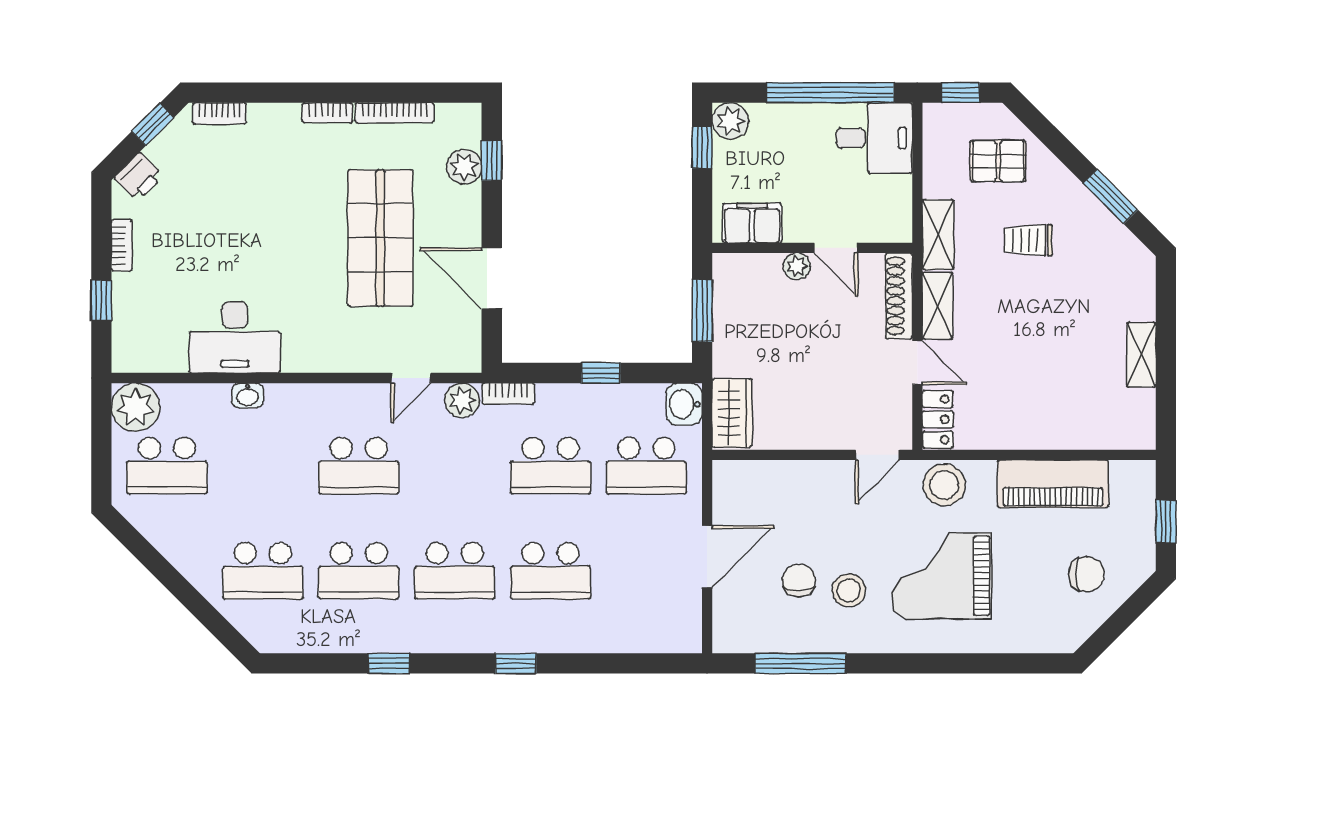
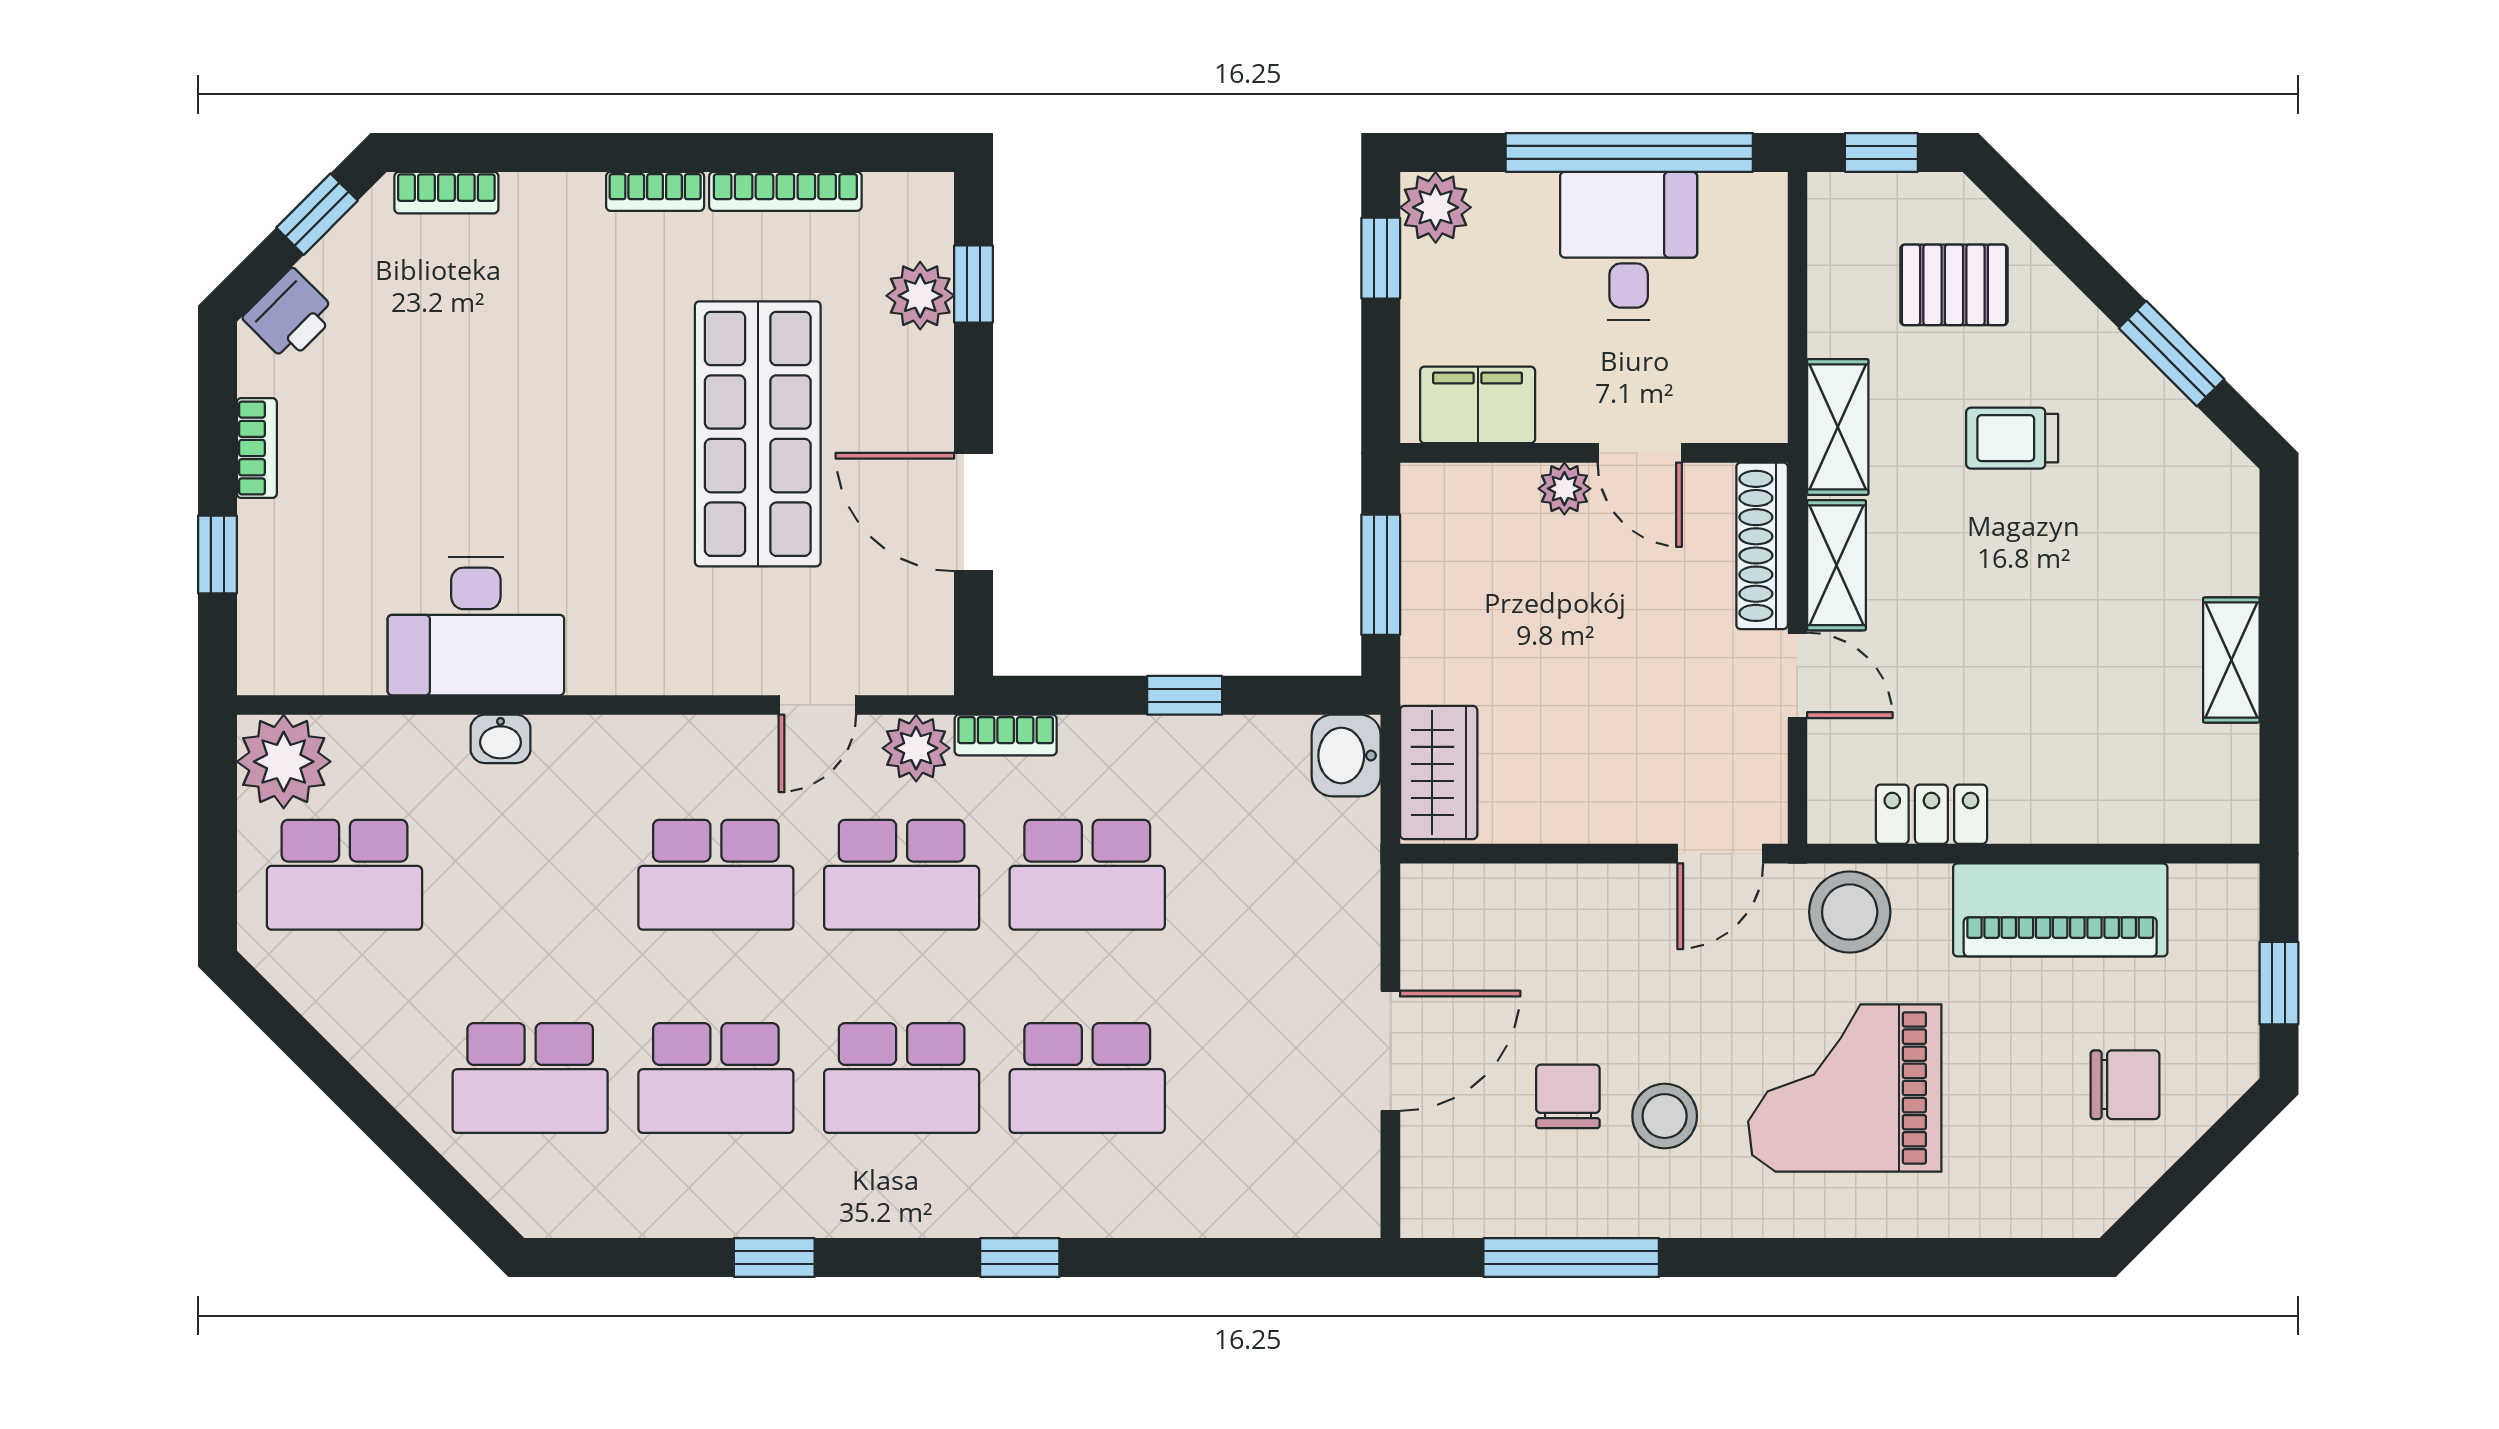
desk: (874, 138) -> (1629, 246), moved, turned -90
locker: (938, 419) -> (1931, 814), moved, turned -90
school desk: (646, 466) -> (902, 875), moved

